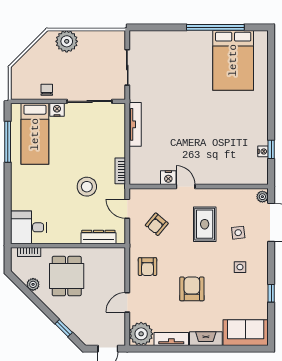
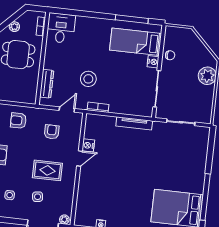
armchair: (157, 224) -> (52, 132), turned 50

